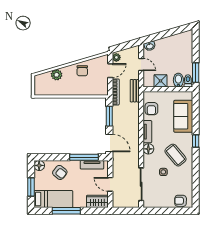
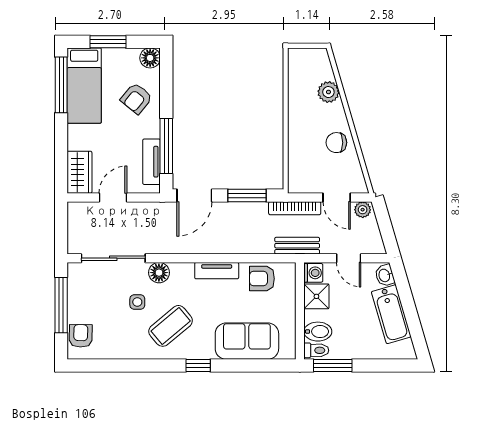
bathtub: (170, 43) -> (391, 314), added
door: (141, 65) -> (349, 258), hinge flipped
washing machine: (149, 82) -> (313, 273), added
floor lamp: (148, 149) -> (159, 273), moved
window: (66, 211) -> (61, 85), moved
window: (165, 211) -> (61, 305), added

